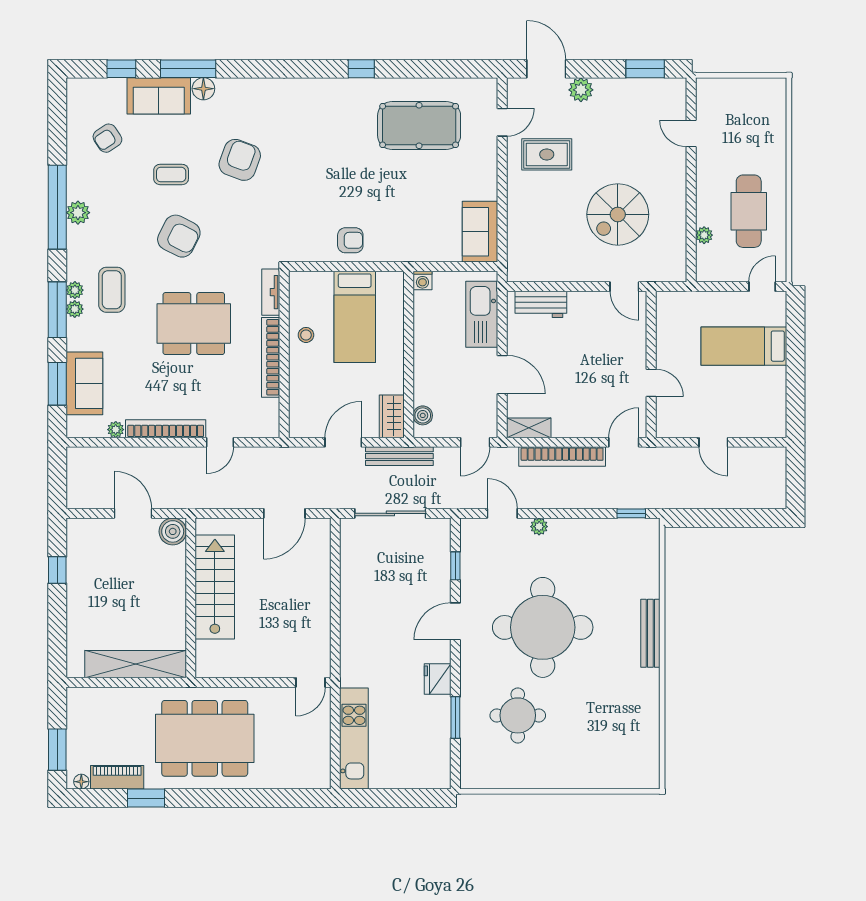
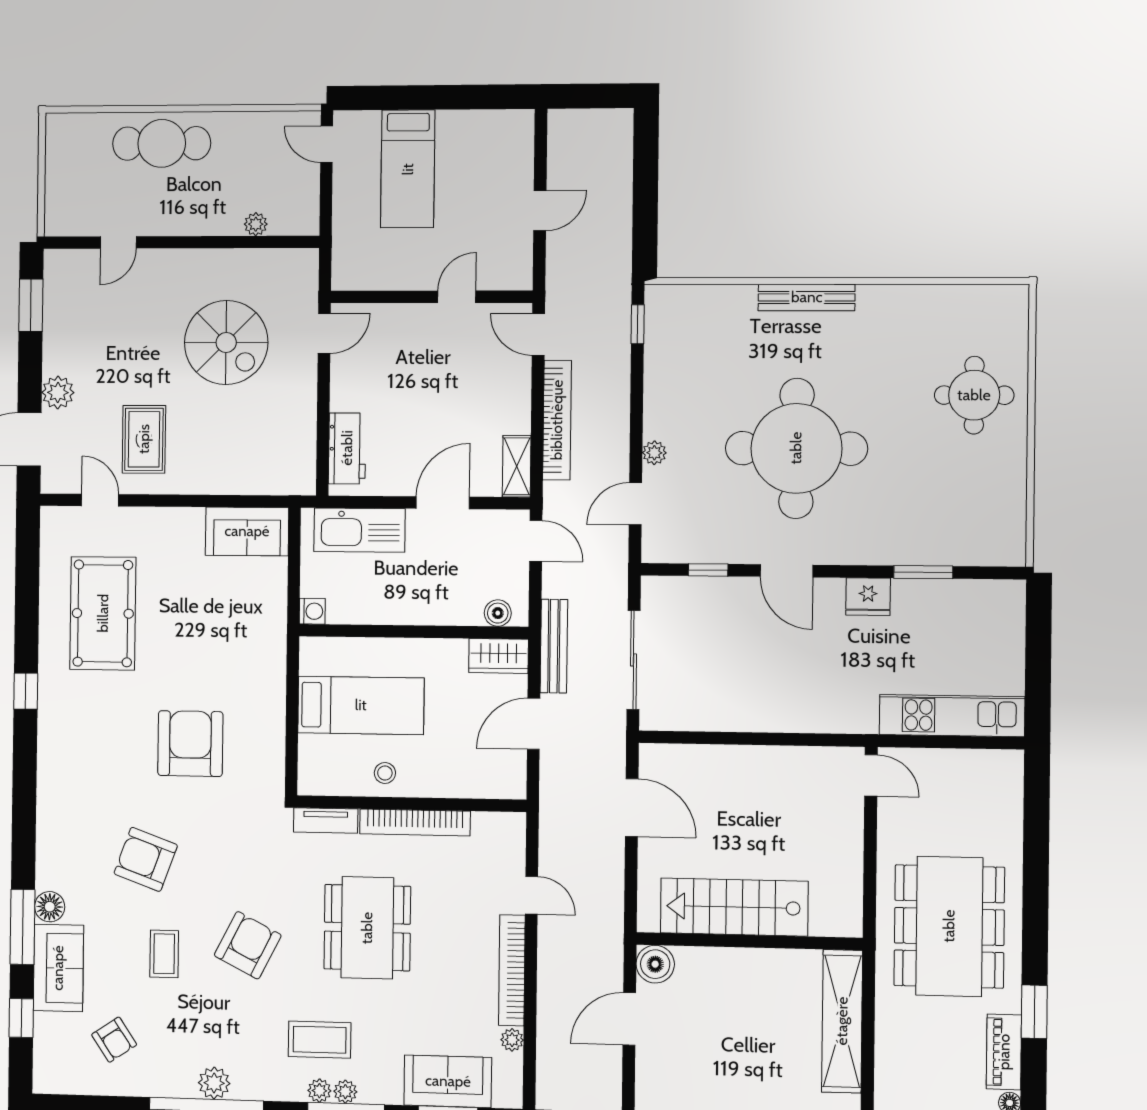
cafe table: (749, 211) -> (162, 143), moved
armchair: (350, 240) -> (190, 744), moved, width x1.88, depth x1.88
door: (343, 442) -> (534, 724), hinge flipped
round table: (518, 715) -> (974, 395), moved

